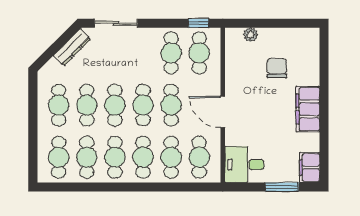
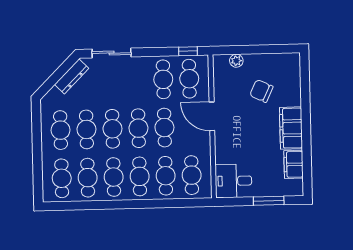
chair: (277, 68) -> (261, 91), turned -65
door: (223, 112) -> (212, 116), moved
filing cabinet: (310, 168) -> (293, 164), moved

